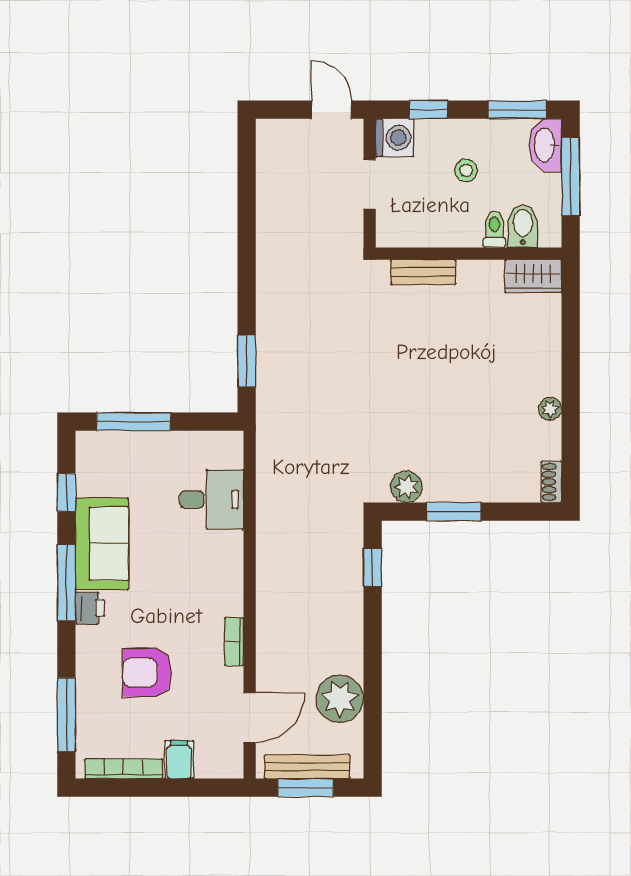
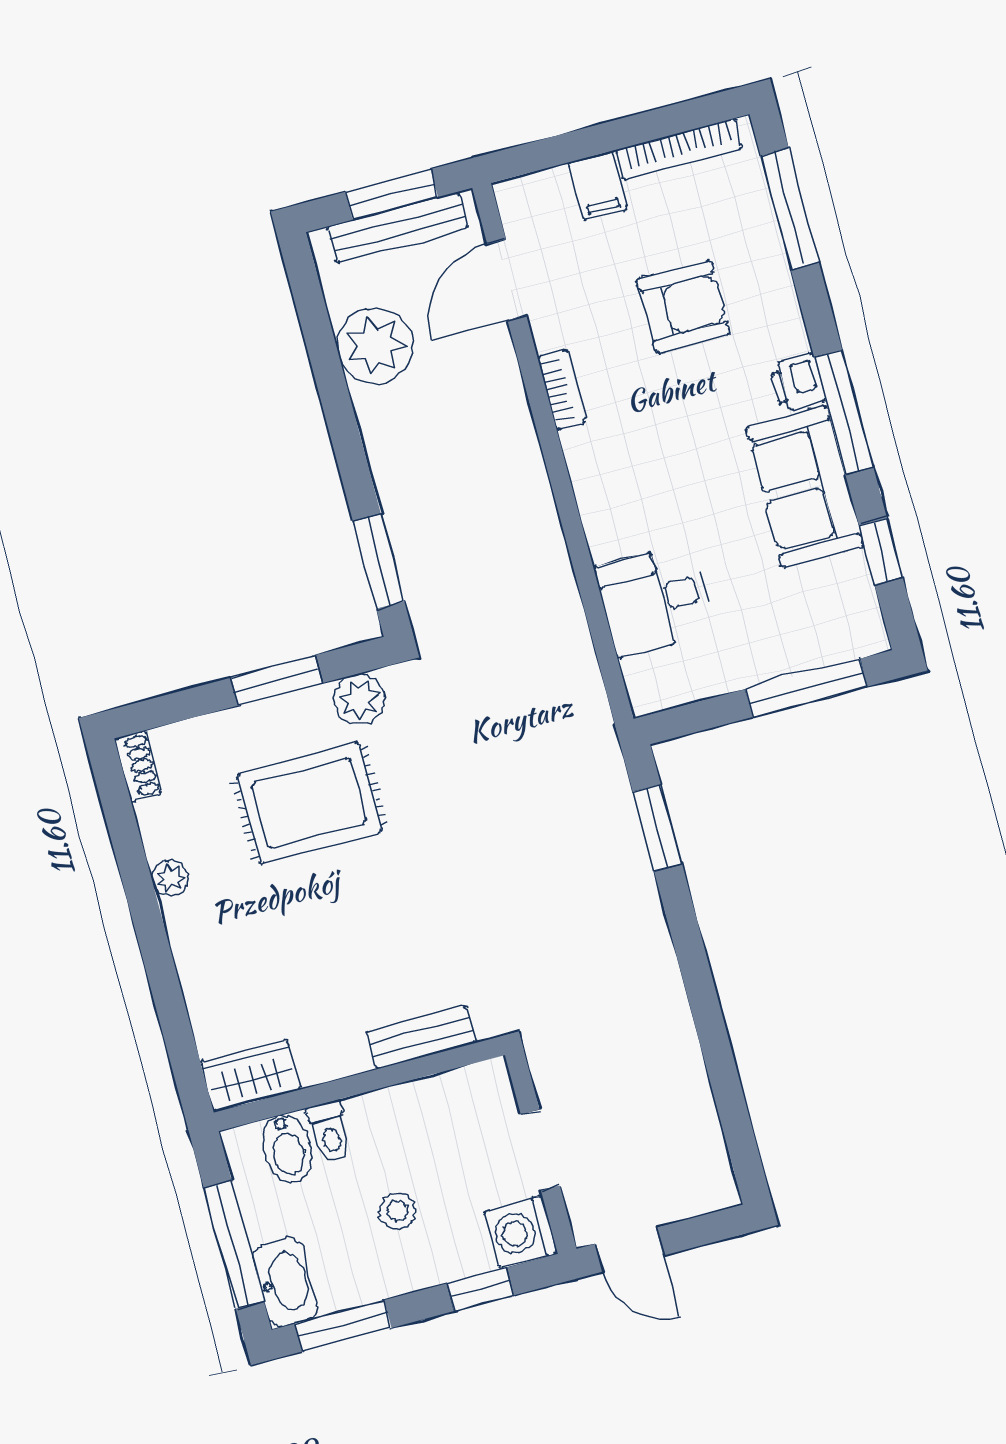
rug: (454, 432) -> (309, 803), added
window: (373, 567) -> (379, 561), width x1.50

